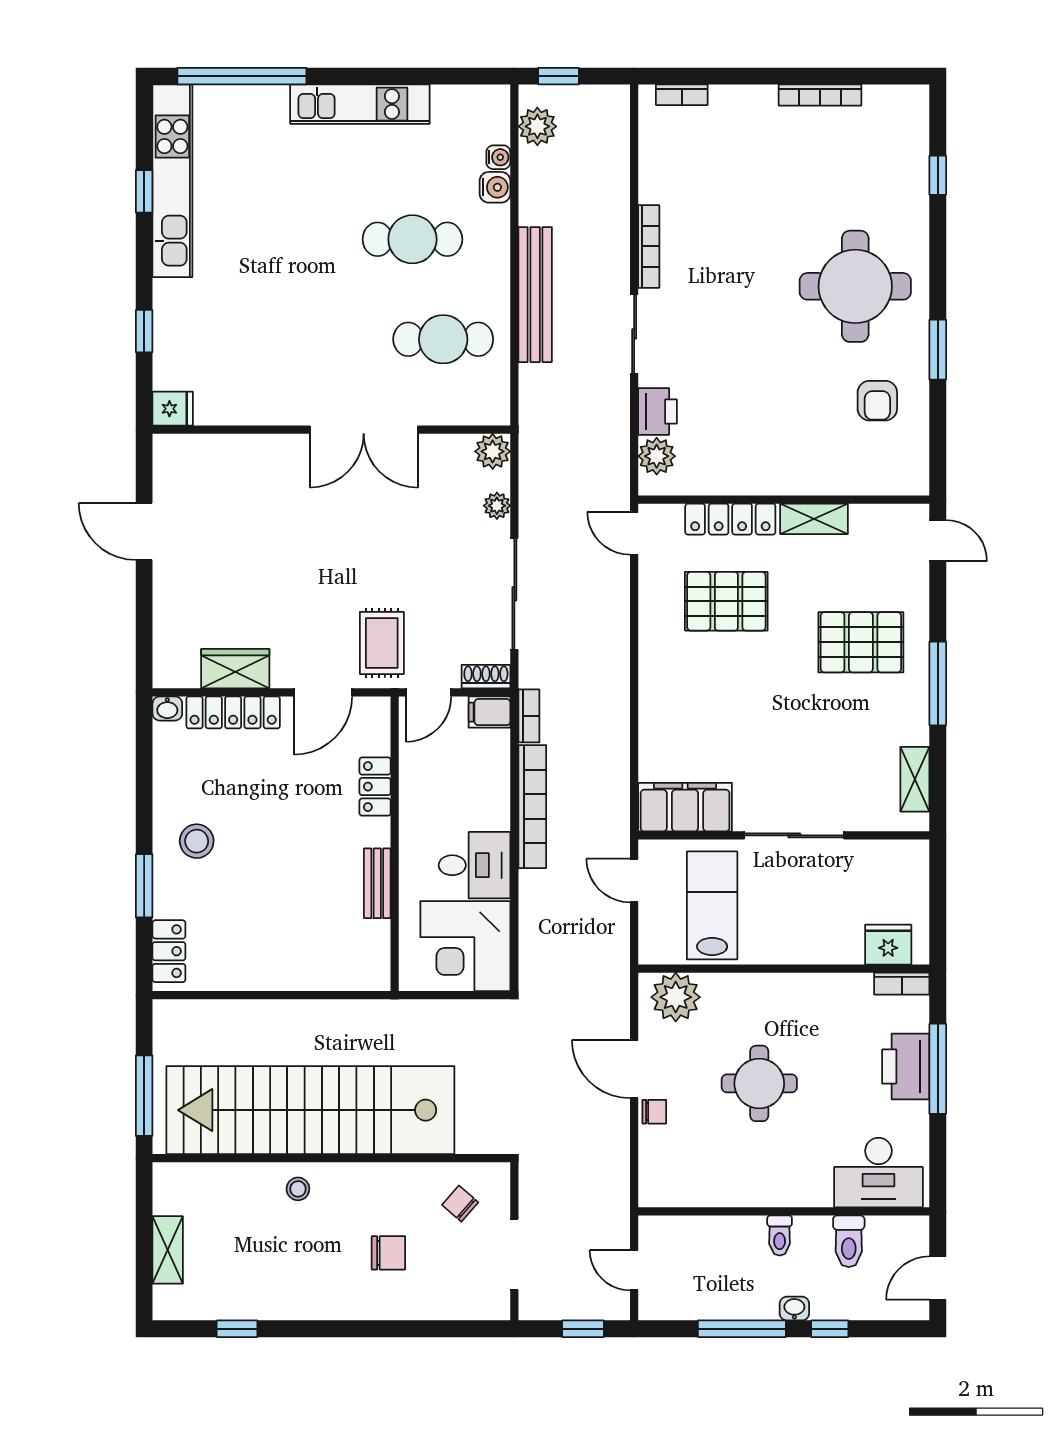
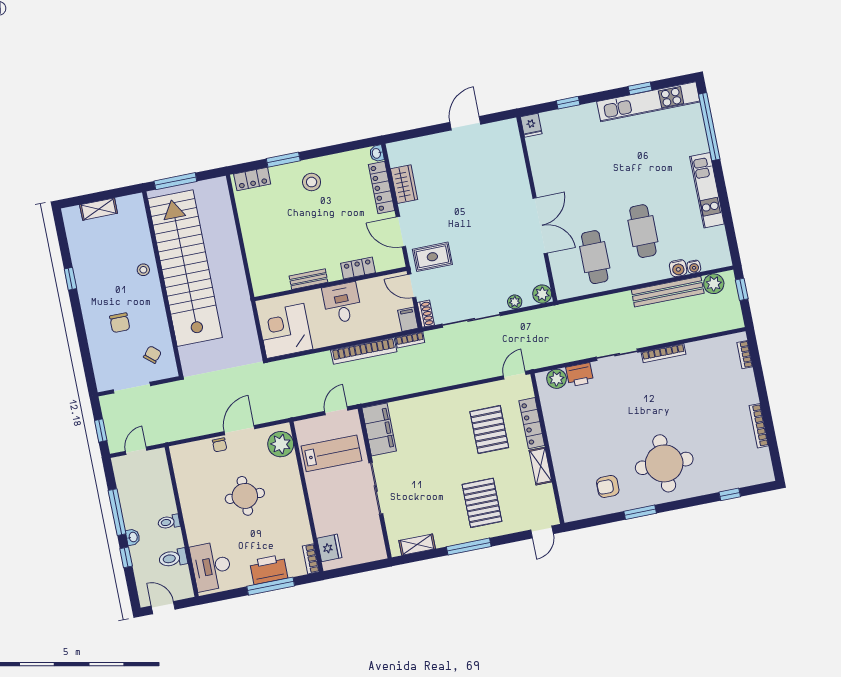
bench: (535, 295) -> (668, 292), moved
double door: (364, 430) -> (540, 226), swing flipped
desk: (474, 865) -> (342, 303), moved, turned 180
window: (237, 1329) -> (70, 279), moved

